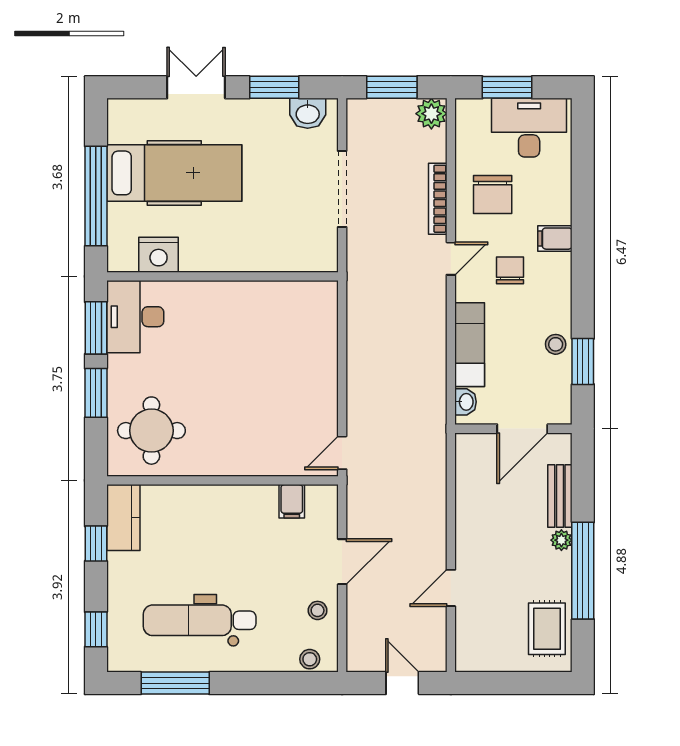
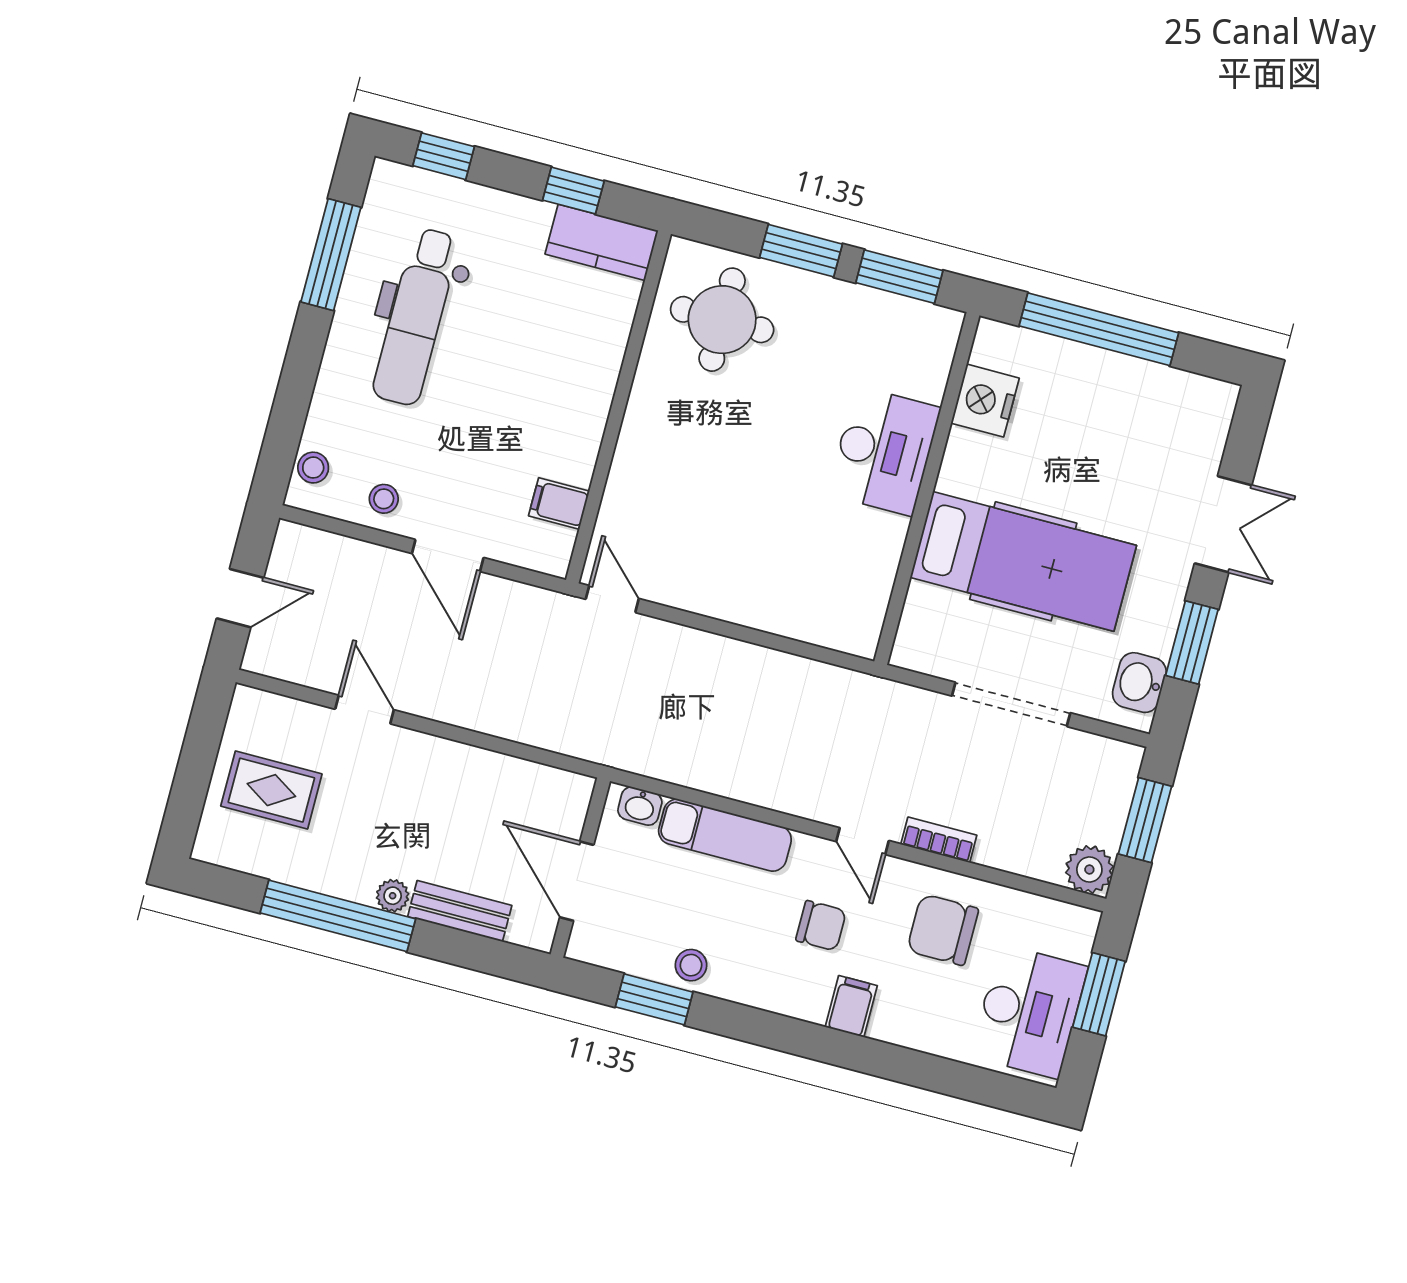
hospital bed: (174, 173) -> (1023, 561), moved, turned -90
bookcase: (438, 199) -> (939, 840), width x0.64
desk: (135, 317) -> (884, 451), moved, turned 90
dental chair: (200, 620) -> (416, 317), turned 180
rug: (547, 629) -> (271, 790), moved

